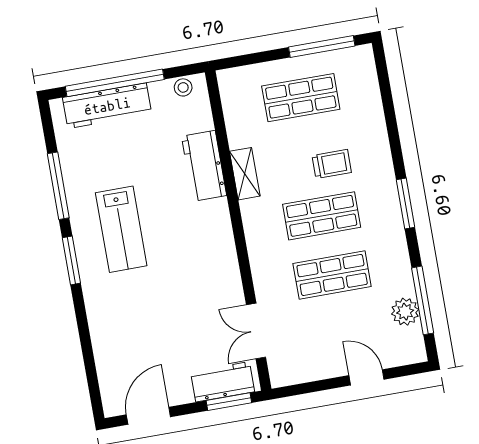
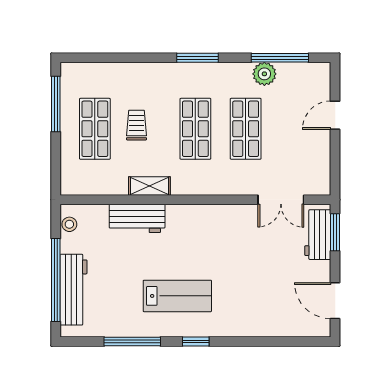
trolley: (332, 164) -> (137, 125), moved
window: (71, 260) -> (196, 342), width x0.67
plant: (405, 312) -> (264, 74), moved

